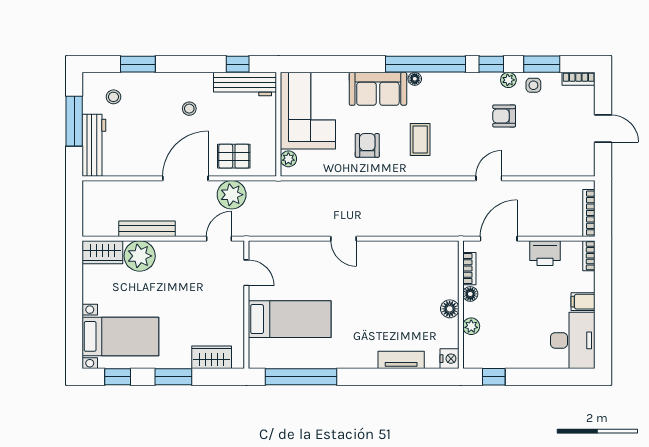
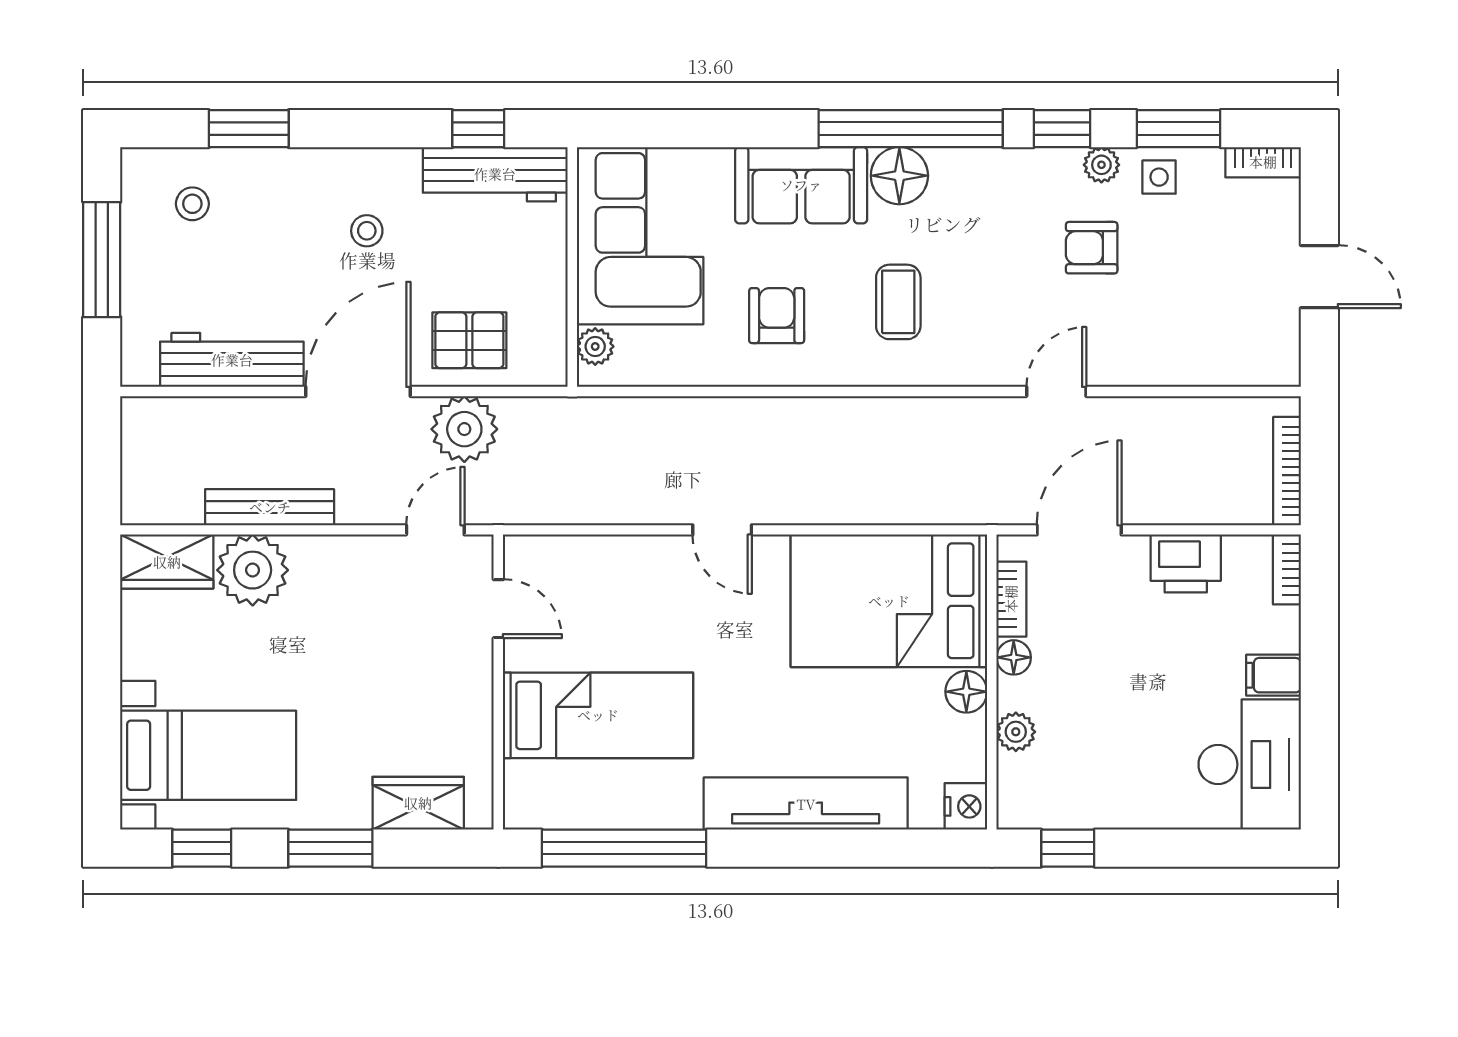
floor lamp: (415, 79) -> (899, 176), width x1.89, depth x1.89
workbench: (94, 145) -> (232, 360), moved, turned -90
bed: (416, 269) -> (889, 601), added
tv unit: (401, 360) -> (806, 804), width x1.92, depth x1.29

